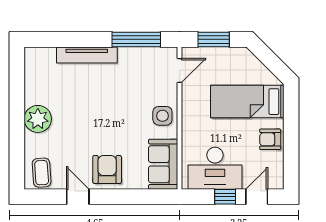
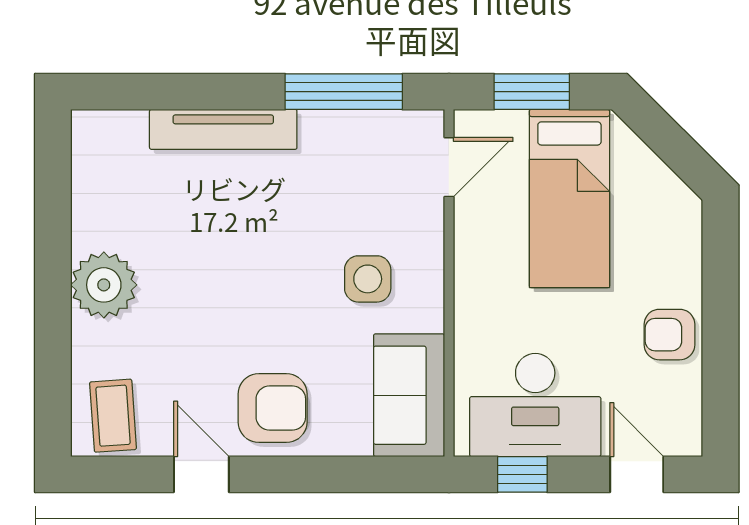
bed: (247, 102) -> (569, 198), moved, turned -90
side table: (162, 116) -> (368, 279), moved
armchair: (107, 169) -> (273, 408), turned 90
window: (225, 197) -> (522, 474), moved
door: (257, 197) -> (637, 474), hinge flipped

